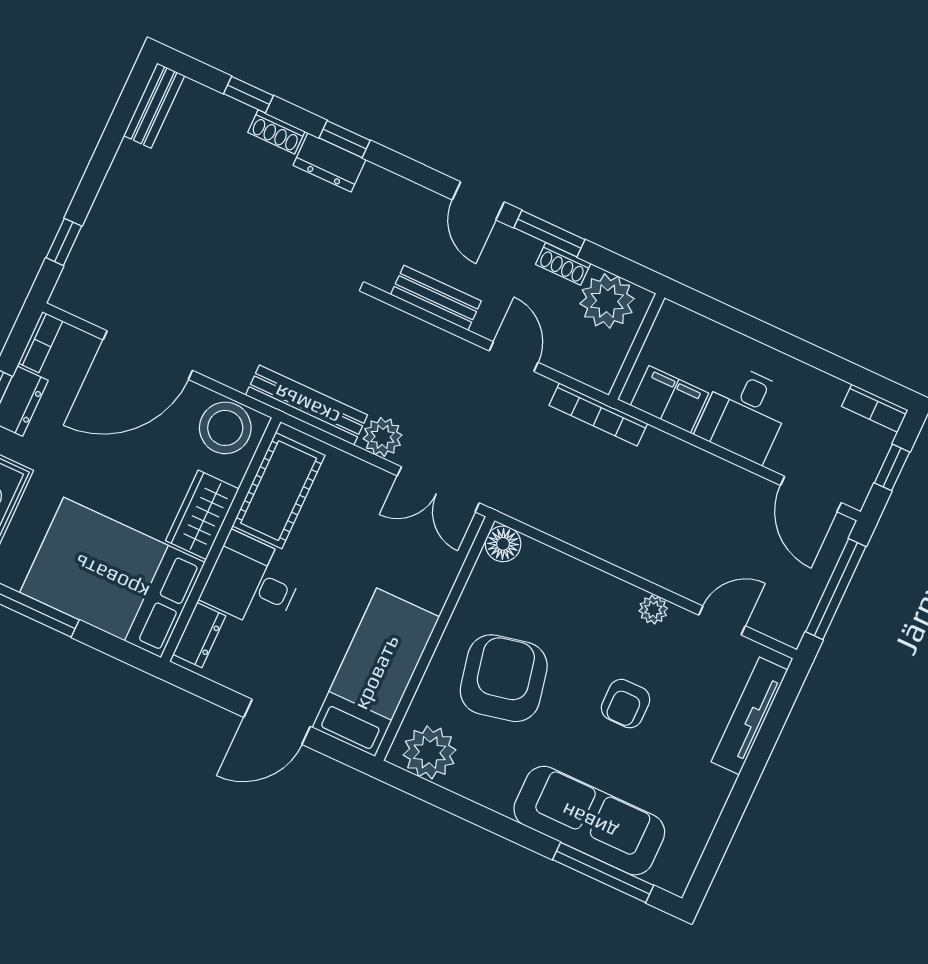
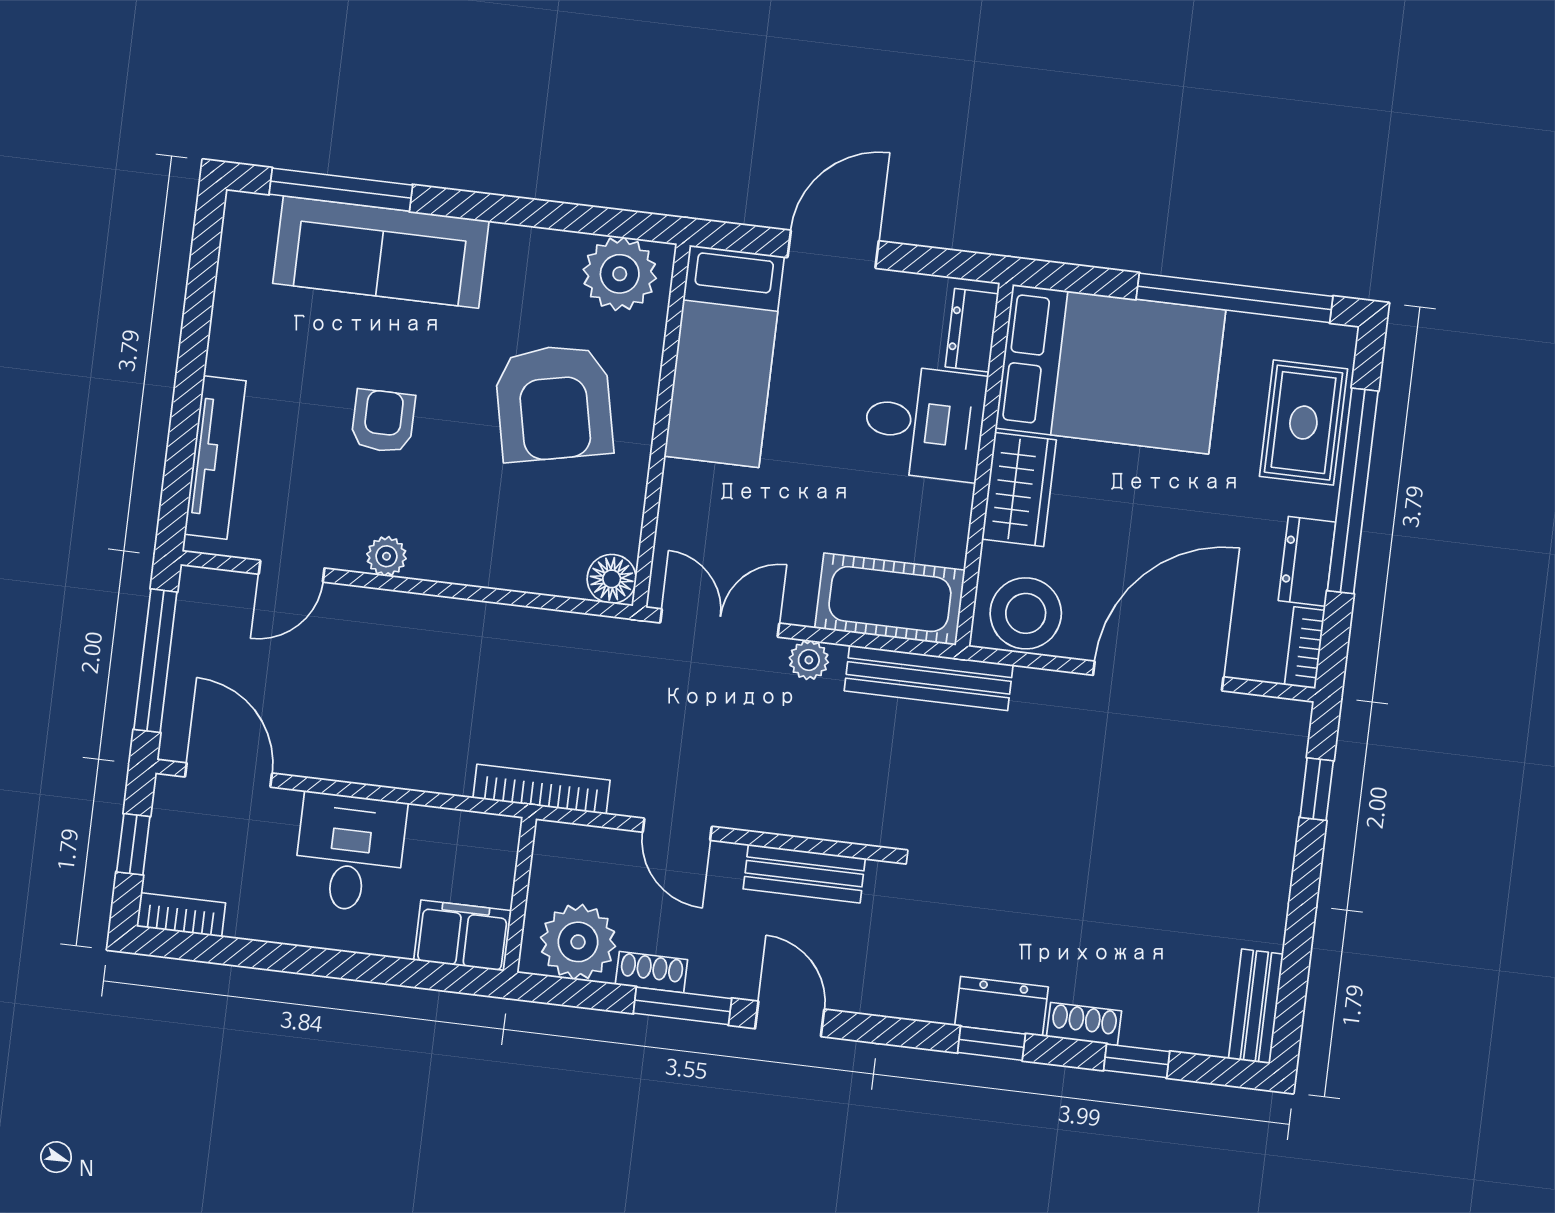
filing cabinet: (670, 399) -> (463, 935), moved, turned 180
plant: (383, 437) -> (809, 660), width x0.73, depth x0.73
cot: (279, 491) -> (890, 599), moved, turned 90

